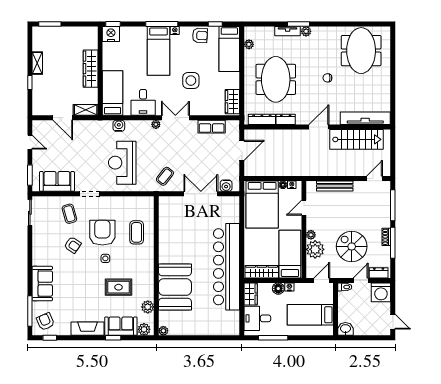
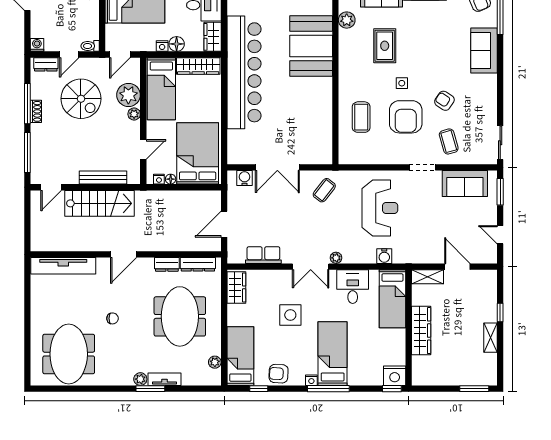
stairs: (357, 139) -> (99, 203), moved, turned 180
rug: (119, 287) -> (385, 46), turned 90
washing machine: (381, 292) -> (37, 45), width x0.53, depth x0.53

